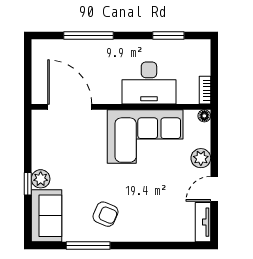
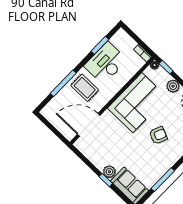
rug: (106, 63) -> (85, 88), added
desk: (149, 83) -> (106, 63), moved, turned 180
window: (214, 131) -> (166, 67), added
armchair: (105, 214) -> (158, 135), moved

